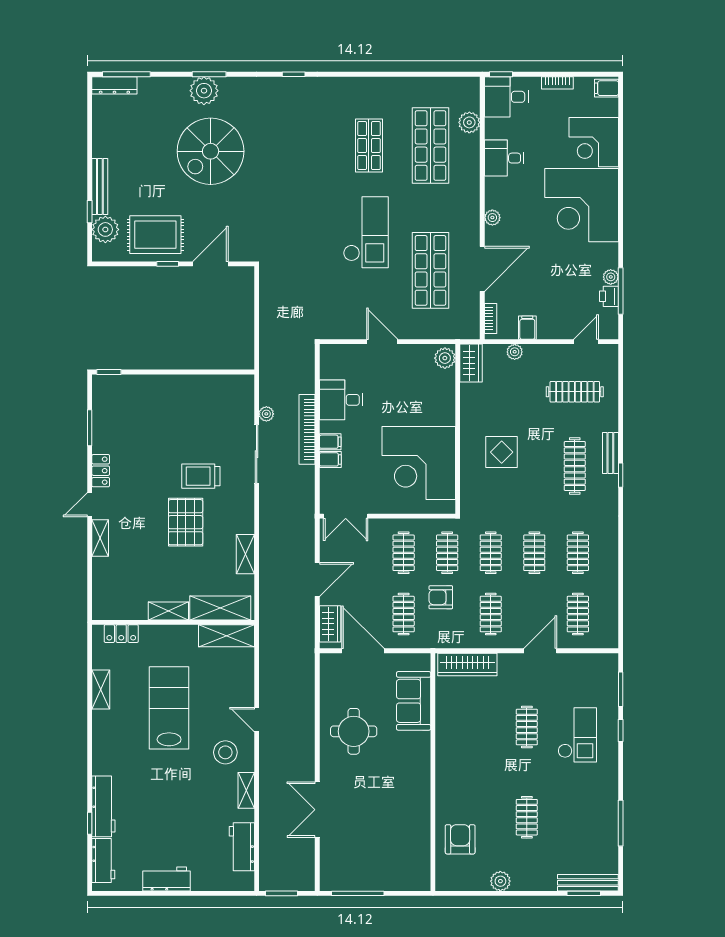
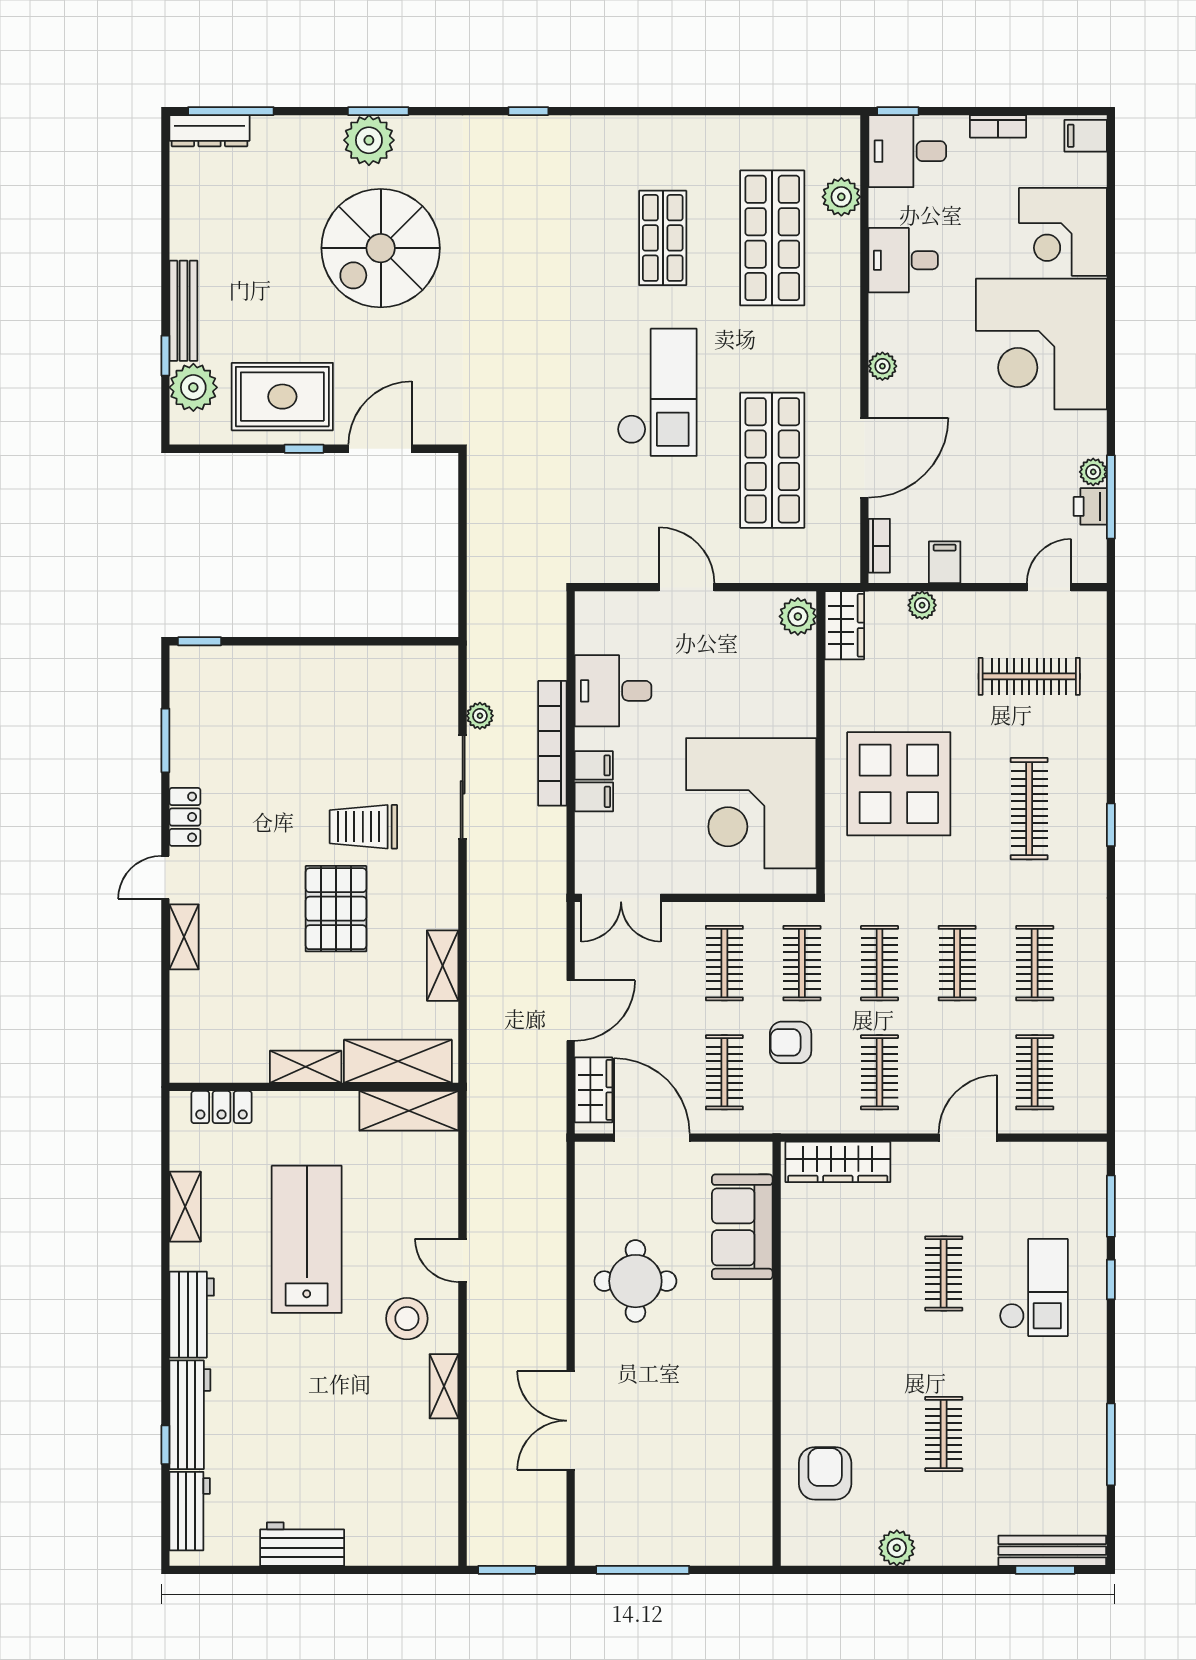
display table: (502, 452) -> (899, 784), width x1.86, depth x1.86
bench: (610, 453) -> (1093, 785), removed
workbench: (242, 847) -> (192, 1315), moved, turned 180

